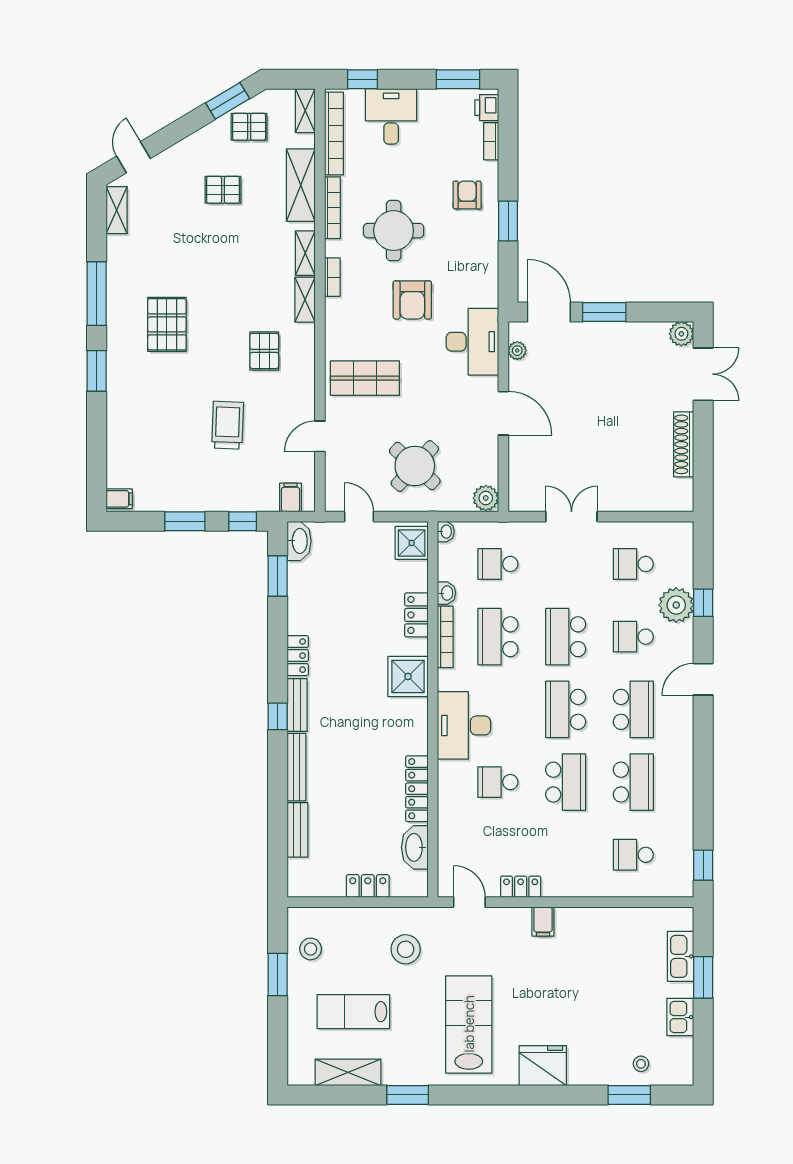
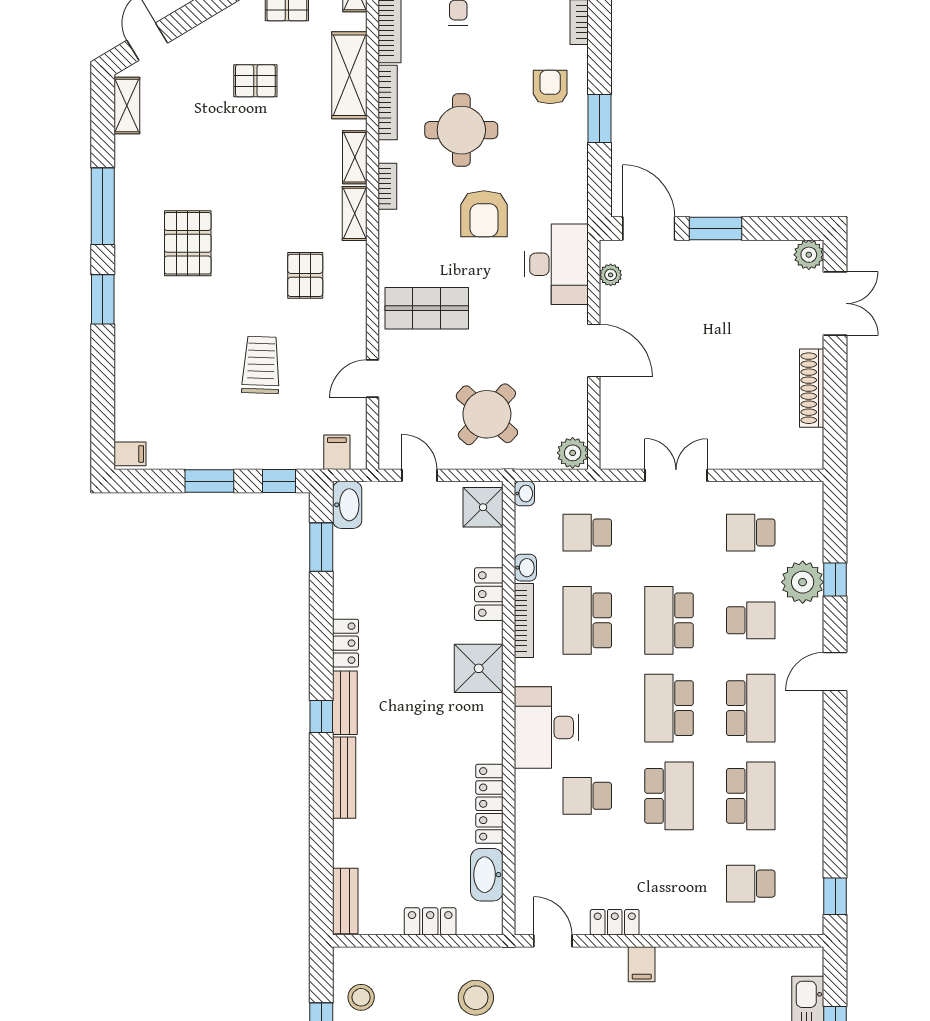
school desk: (633, 637) -> (751, 620), turned 180
bench: (297, 830) -> (345, 901), moved

